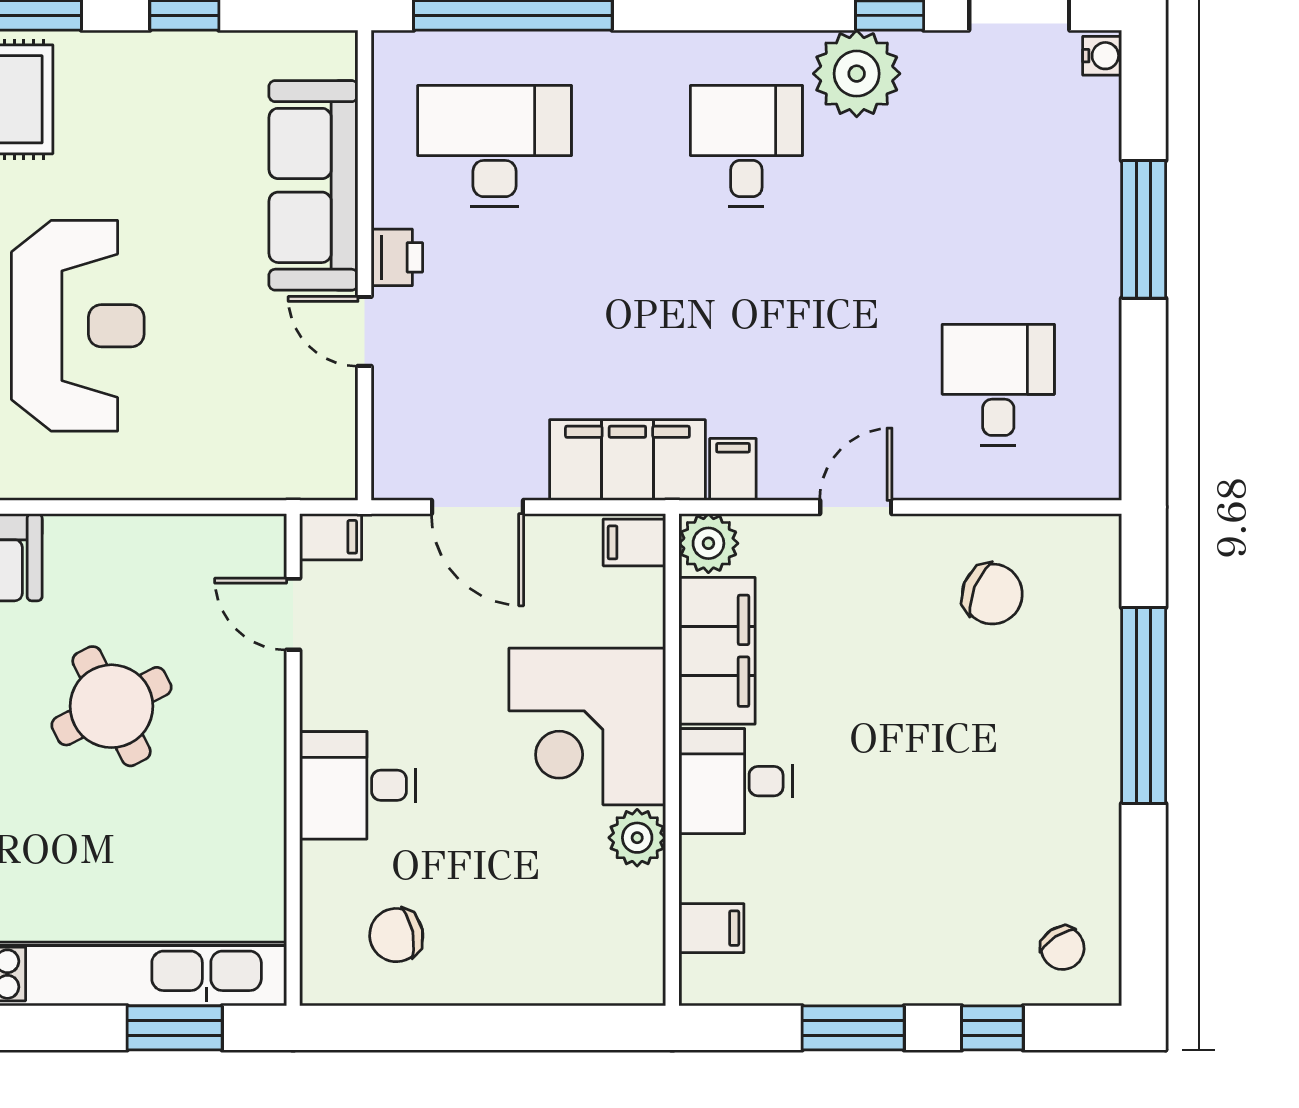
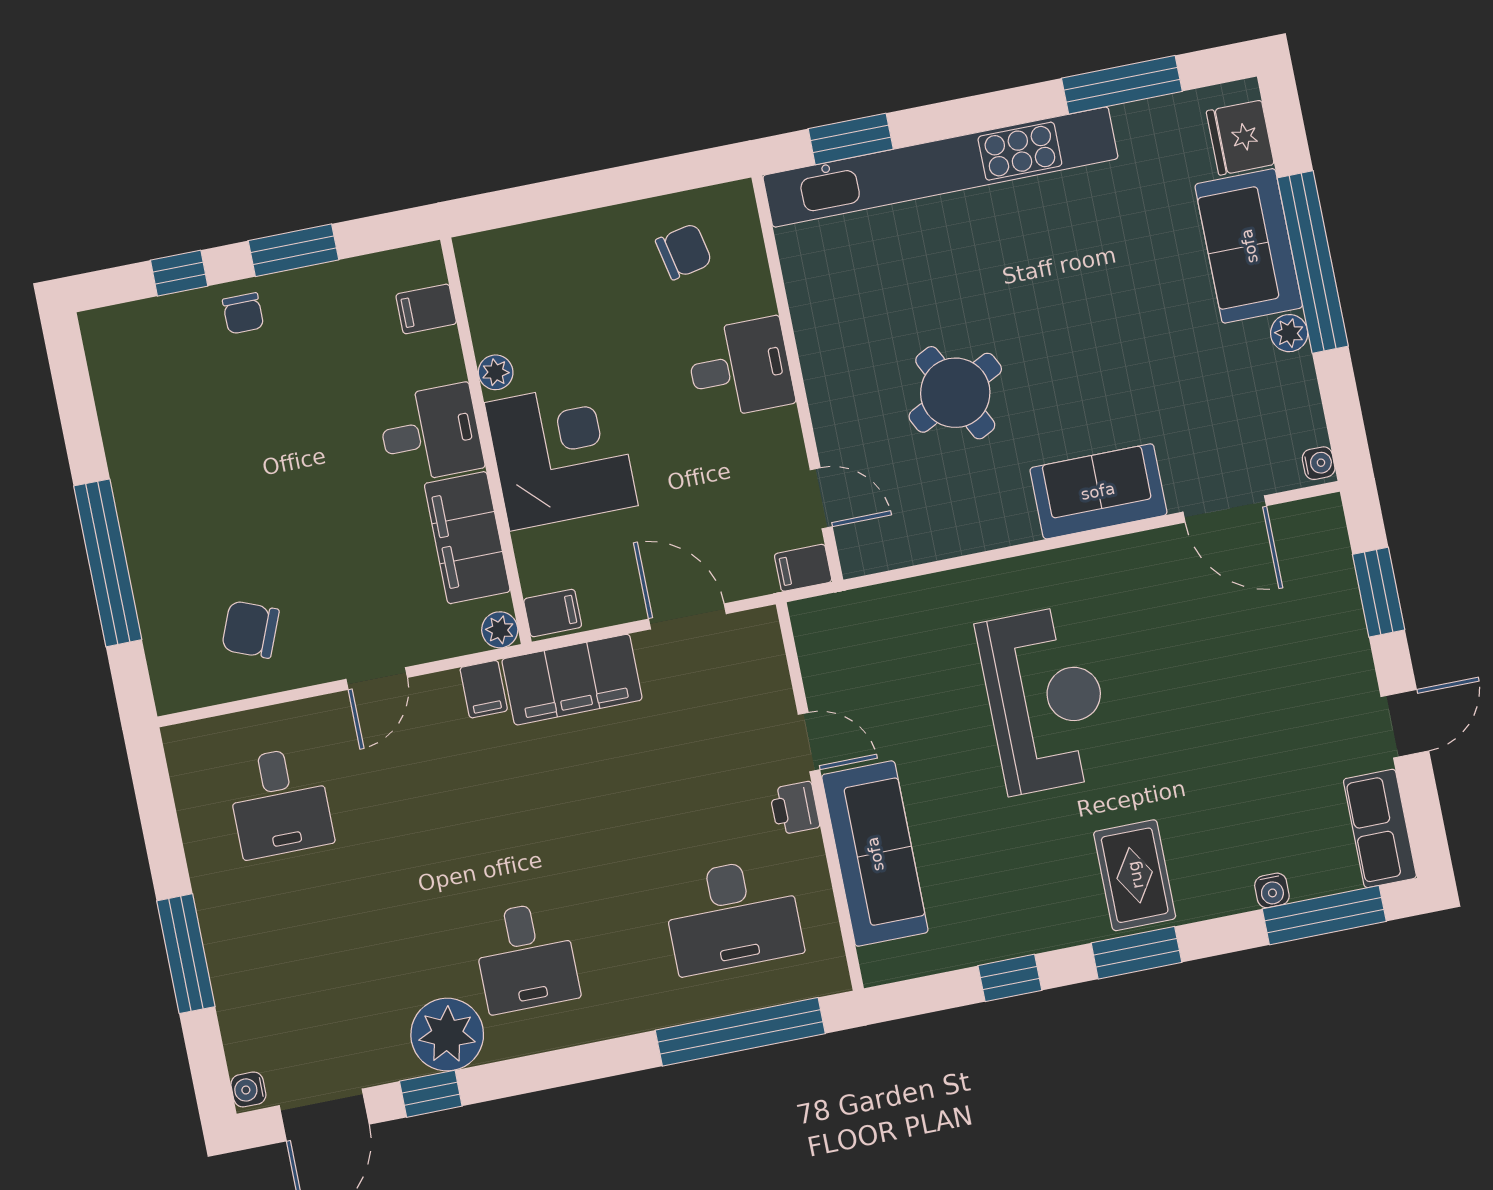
reception desk: (78, 326) -> (1045, 700), turned 180
plant: (708, 543) -> (500, 630), width x0.73, depth x0.73
plant: (637, 838) -> (496, 372), width x0.73, depth x0.73
chair: (1063, 948) -> (243, 313), moved, turned -147

